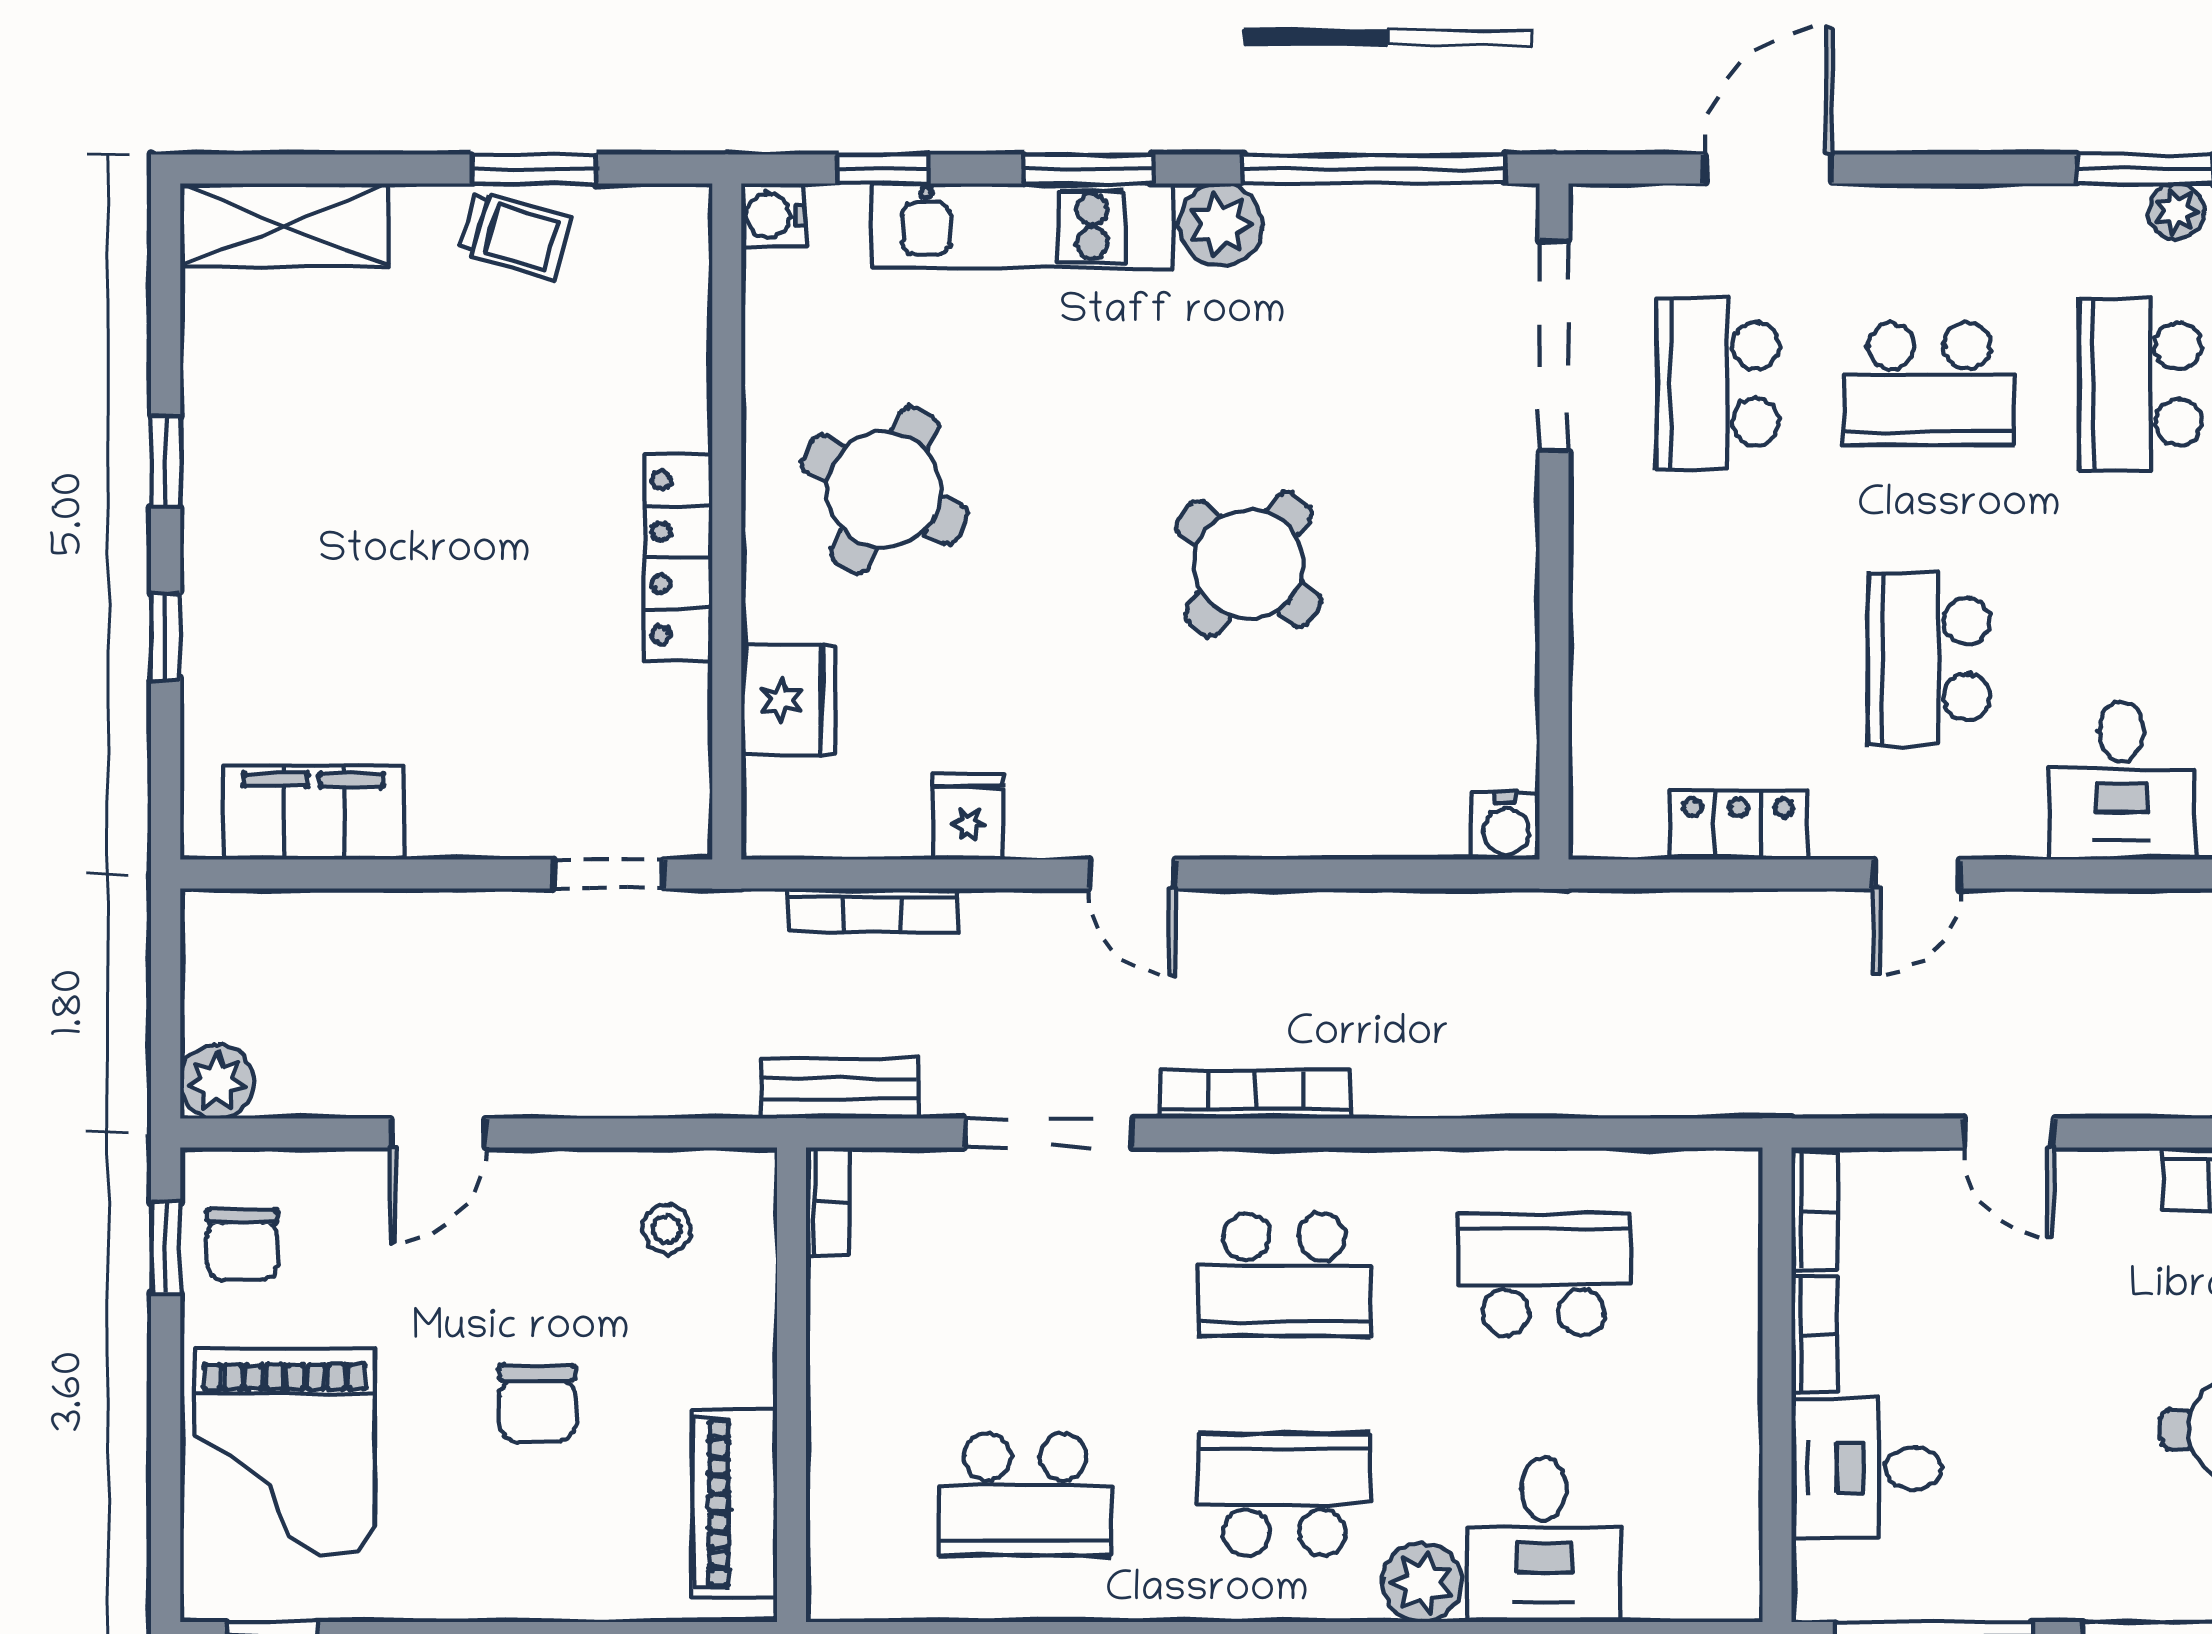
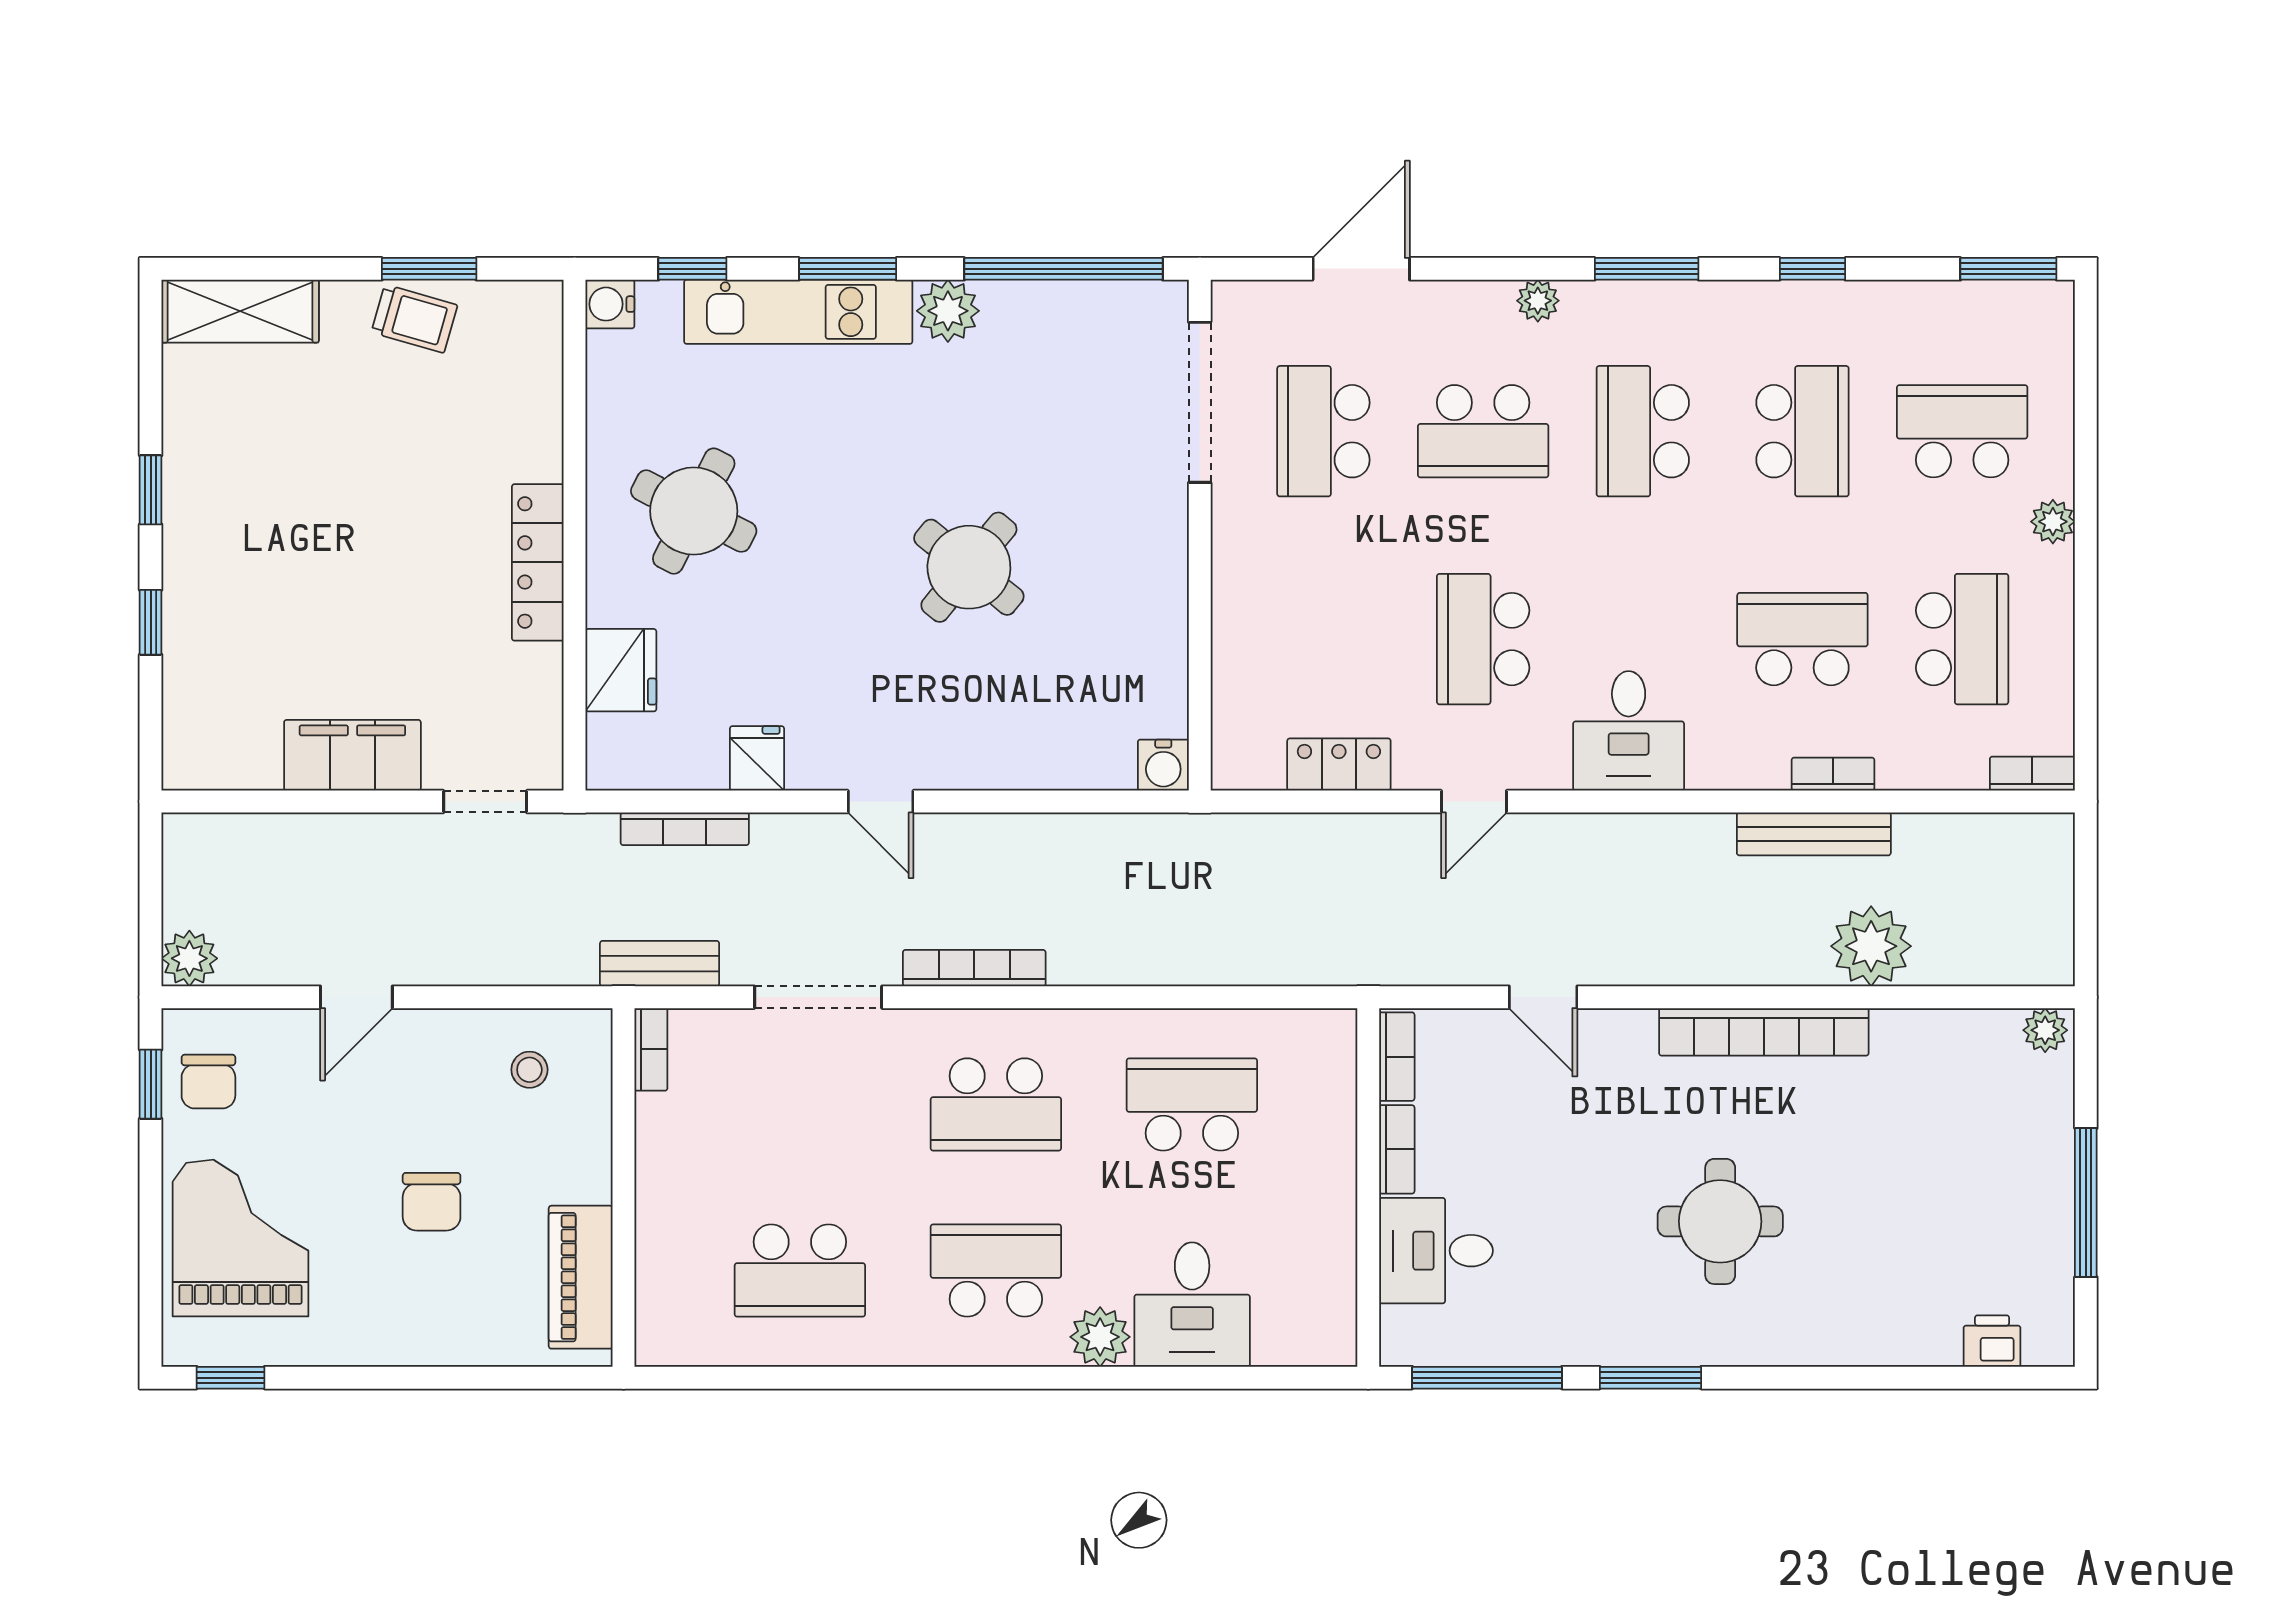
plant: (2176, 211) -> (1538, 301), moved
filing cabinet: (314, 813) -> (352, 755), moved
grand piano: (285, 1452) -> (241, 1238), turned 180

